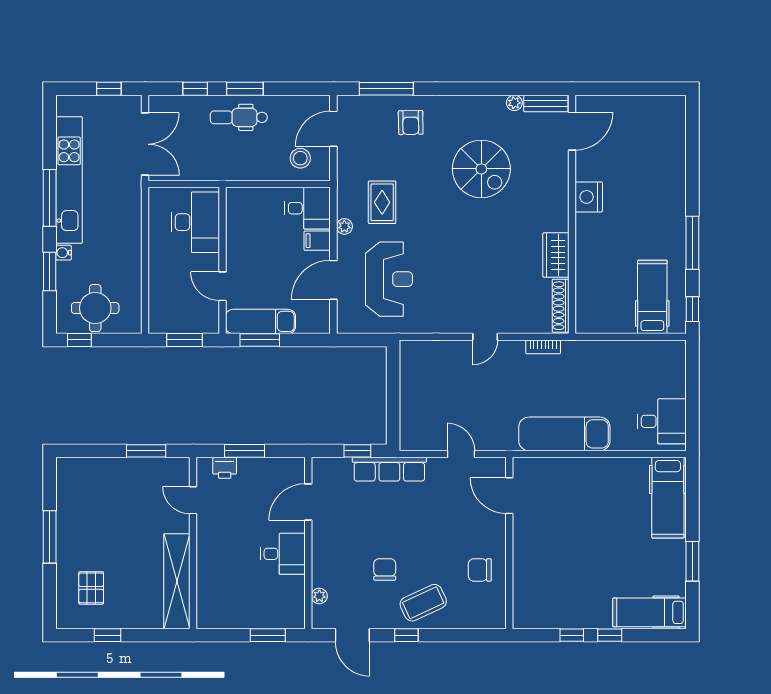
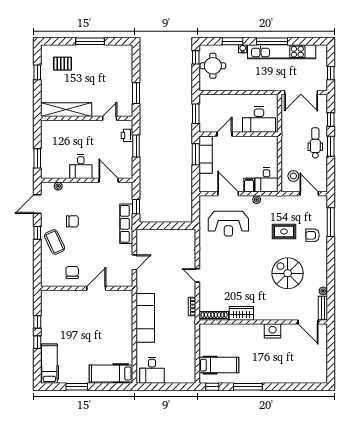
spiral stairs: (481, 169) -> (288, 273), turned 90
rug: (382, 202) -> (284, 231), moved
door: (509, 496) -> (96, 288), moved

